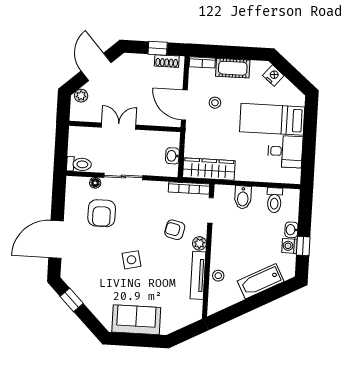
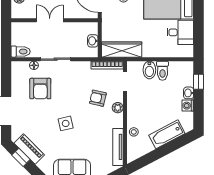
toilet: (274, 200) -> (162, 71), moved
window: (303, 246) -> (198, 82), moved
tv unit: (198, 275) -> (118, 147), moved
piano: (83, 290) -> (29, 149), added

